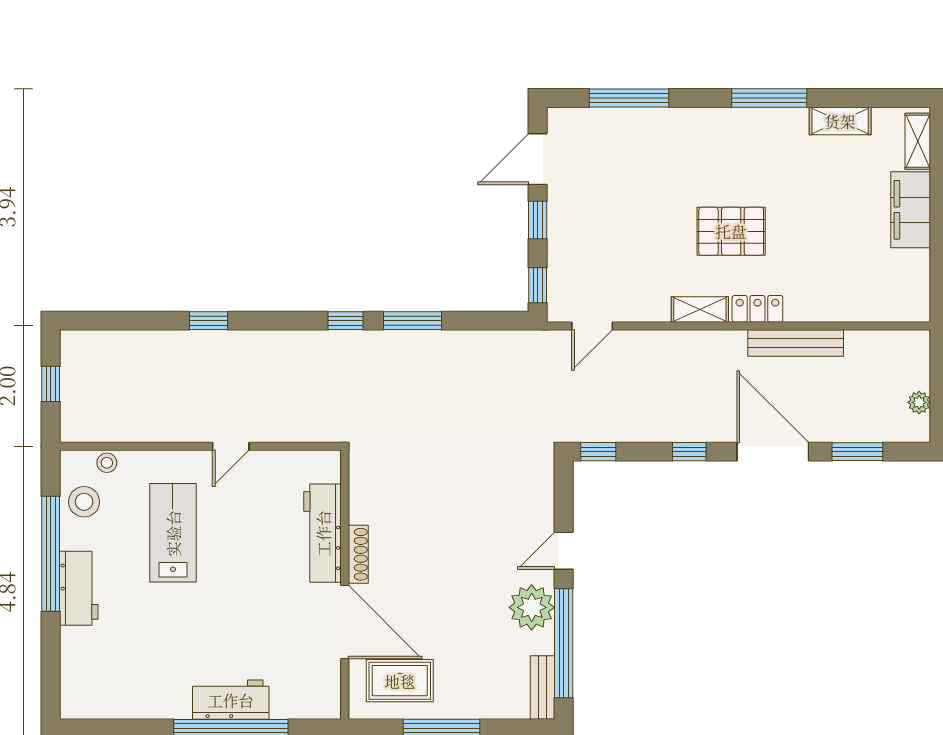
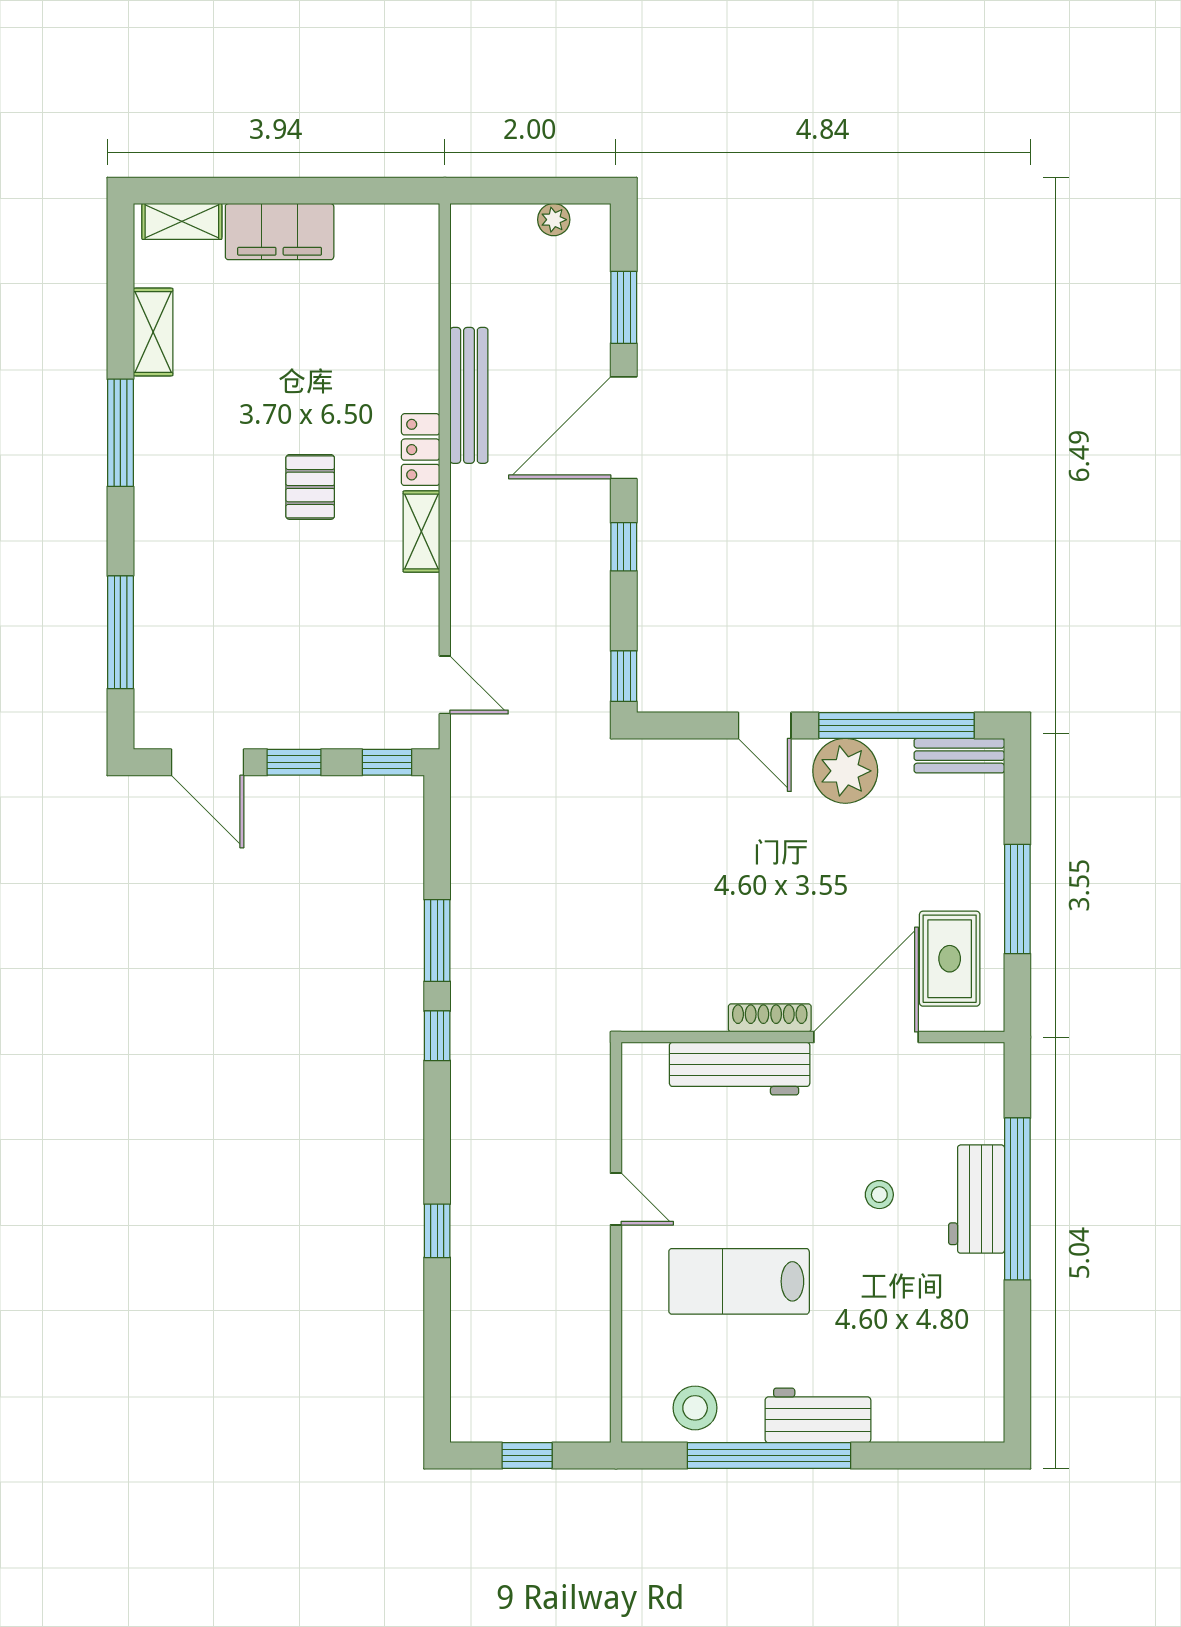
pallet: (731, 231) -> (310, 487), width x0.67, depth x0.71
stool: (107, 463) -> (879, 1195), moved

